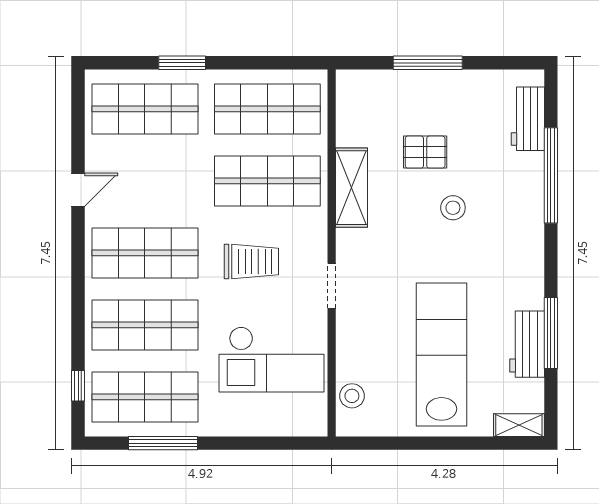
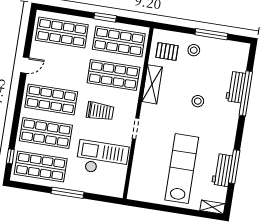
window: (182, 63) -> (105, 17), moved
window: (428, 63) -> (211, 34), moved
workbench: (528, 119) -> (236, 87), moved
pallet: (425, 152) -> (167, 52), moved
checkout: (272, 359) -> (102, 158), turned 180
stool: (352, 396) -> (194, 50), moved
window: (163, 443) -> (68, 193), moved

